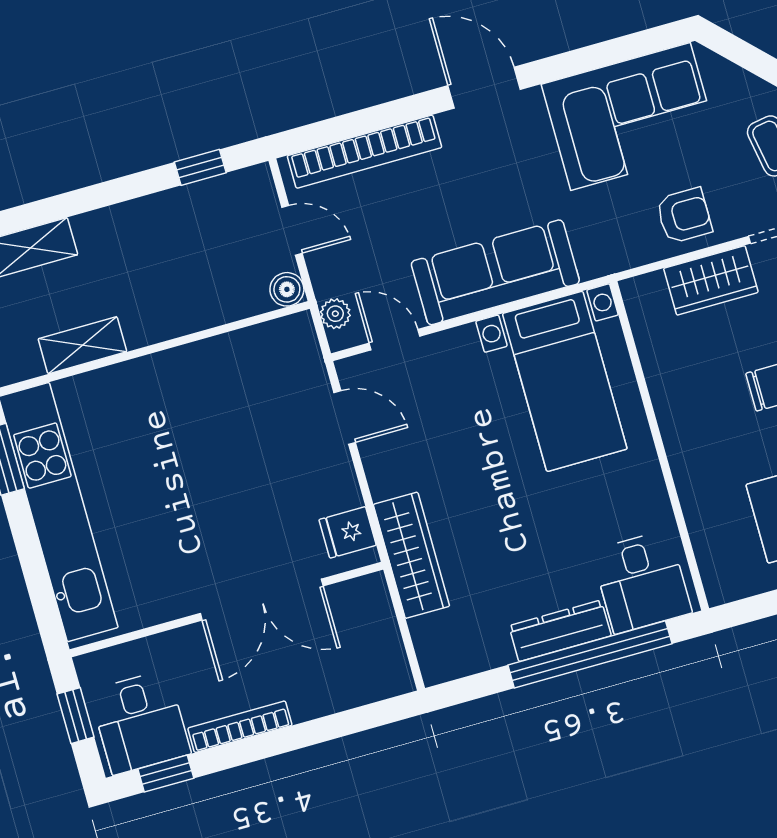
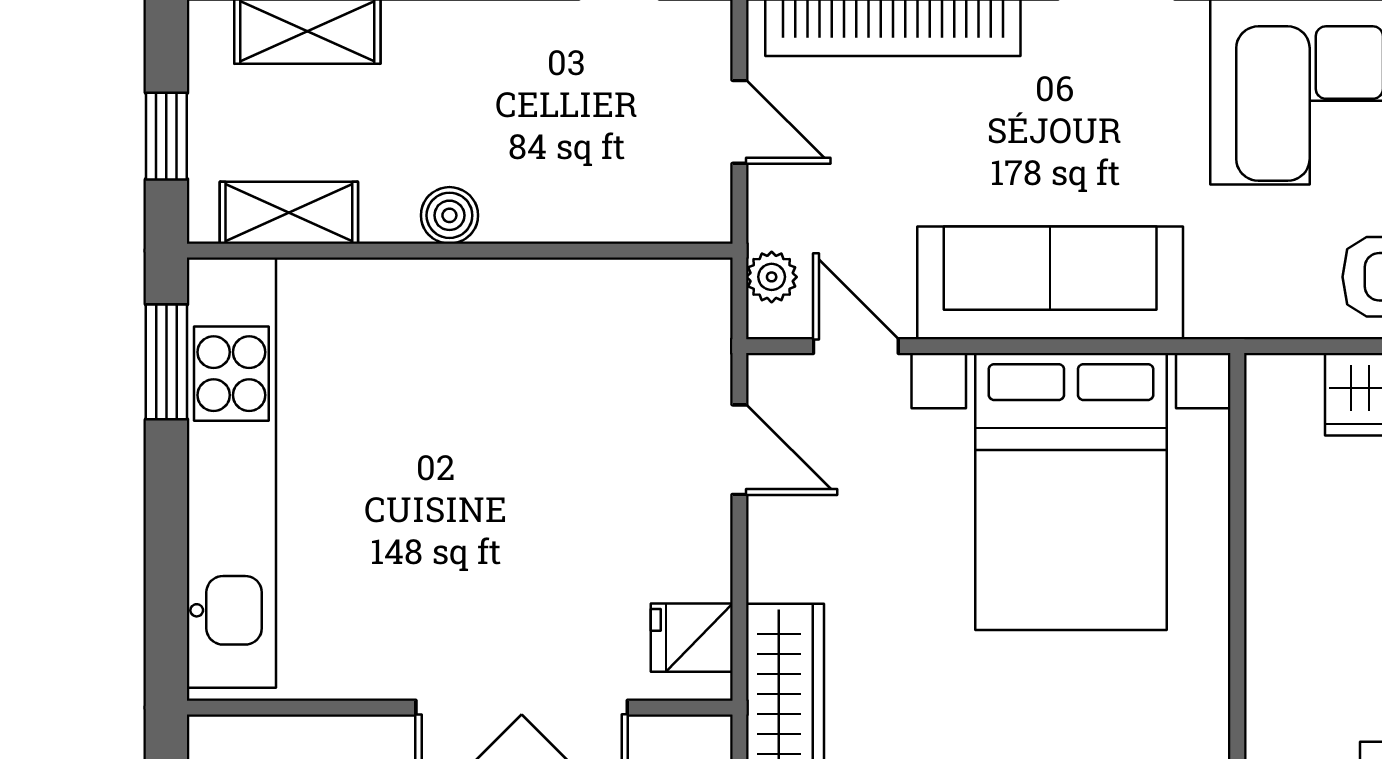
boiler: (287, 289) -> (449, 215), moved
shelving: (82, 345) -> (289, 213), moved
bed with nightstands: (565, 381) -> (1071, 492), width x1.36

